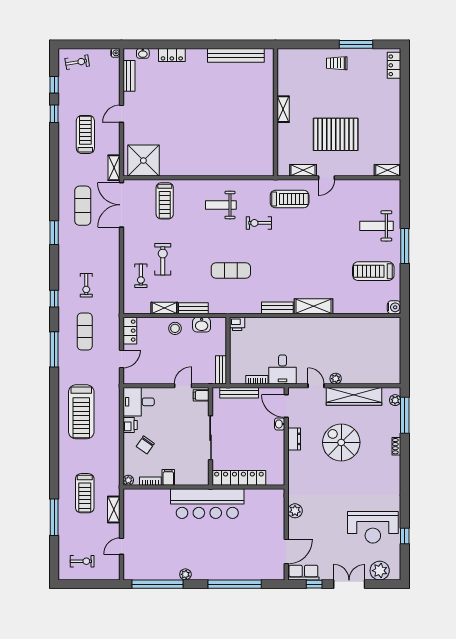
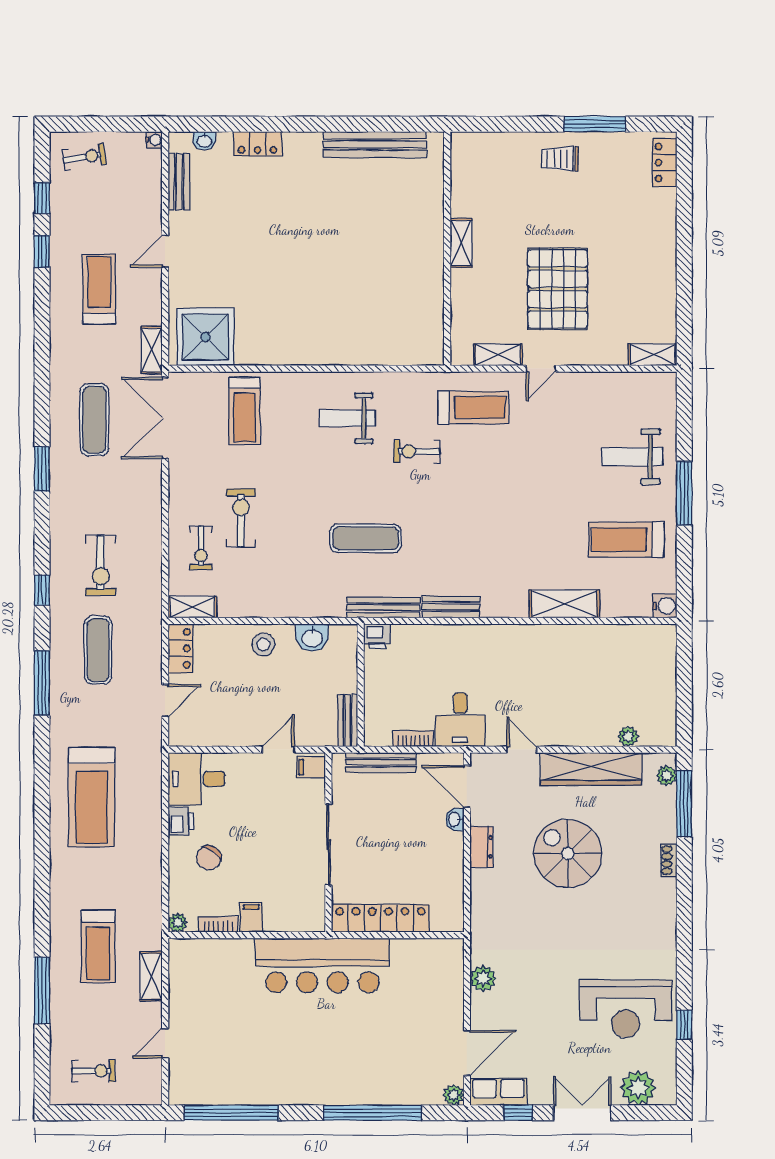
pallet: (336, 134) -> (558, 289), turned 90
exercise bike: (86, 285) -> (101, 565), width x1.38, depth x1.39
shelving: (314, 306) -> (564, 604), moved
shelving: (164, 308) -> (192, 607), moved
bench: (193, 308) -> (383, 608), moved, width x1.36
plant: (336, 379) -> (628, 736), moved
plant: (185, 574) -> (454, 1095), moved

